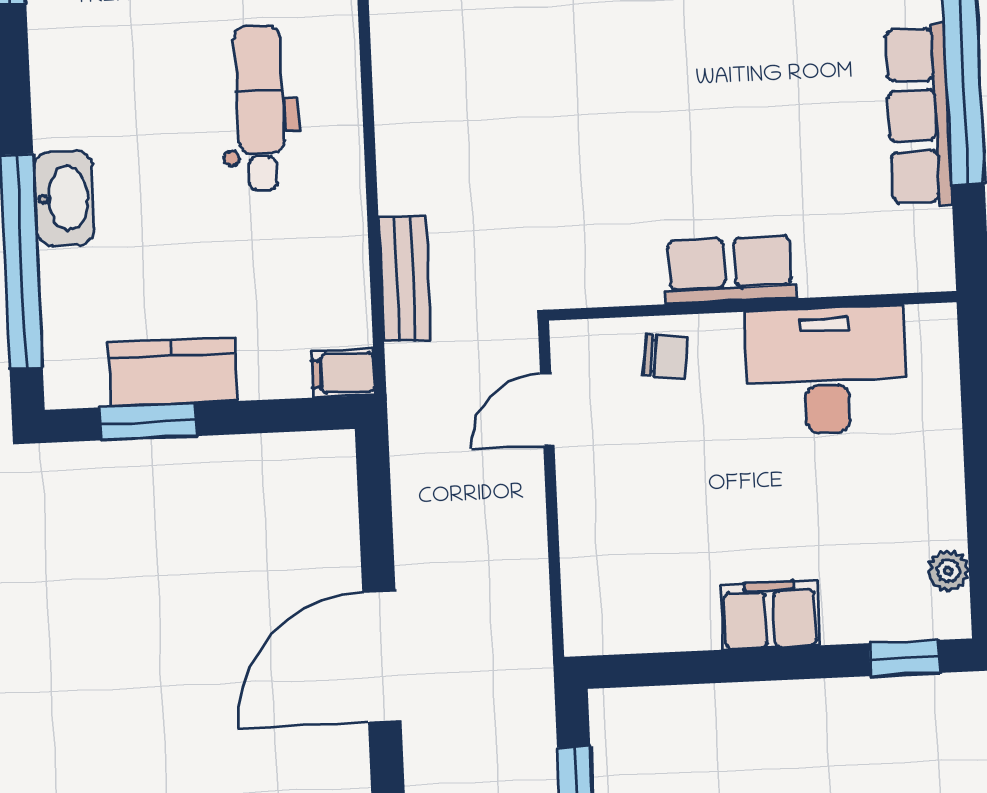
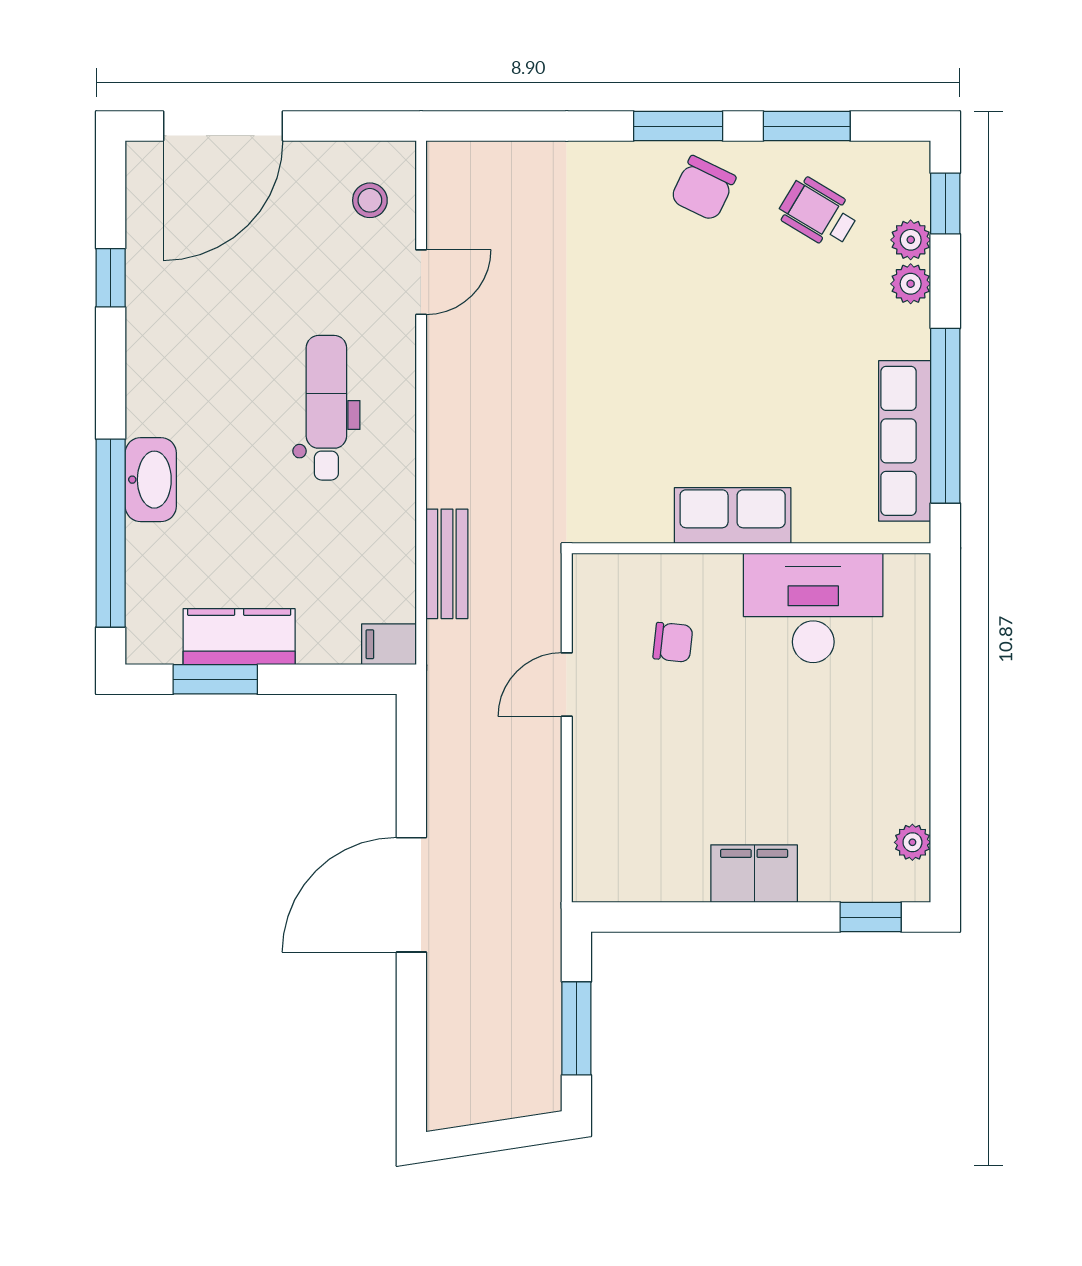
row of seats: (730, 270) -> (733, 516), moved
wall: (753, 306) -> (751, 548), moved
desk: (826, 370) -> (813, 608), moved

